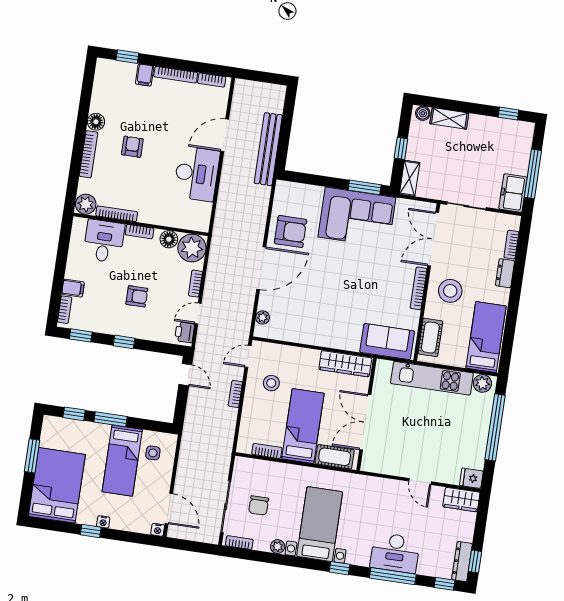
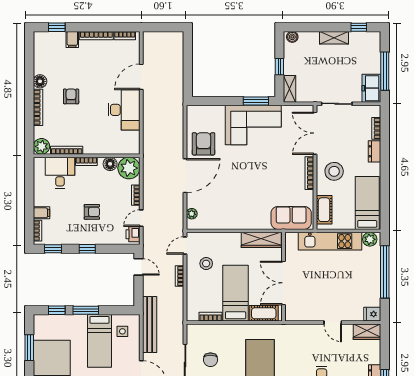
shelving: (449, 118) -> (334, 38), moved
bench: (268, 149) -> (150, 324), moved
armchair: (291, 231) -> (203, 144), turned -90

